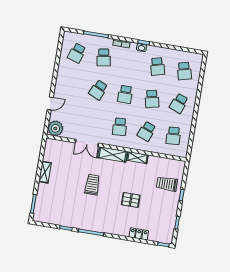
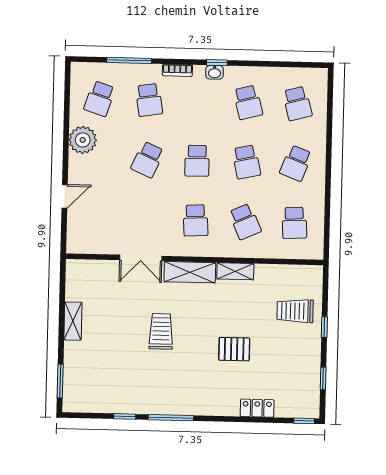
plant: (55, 128) -> (83, 140), moved
school desk: (147, 131) -> (245, 222), turned -45

